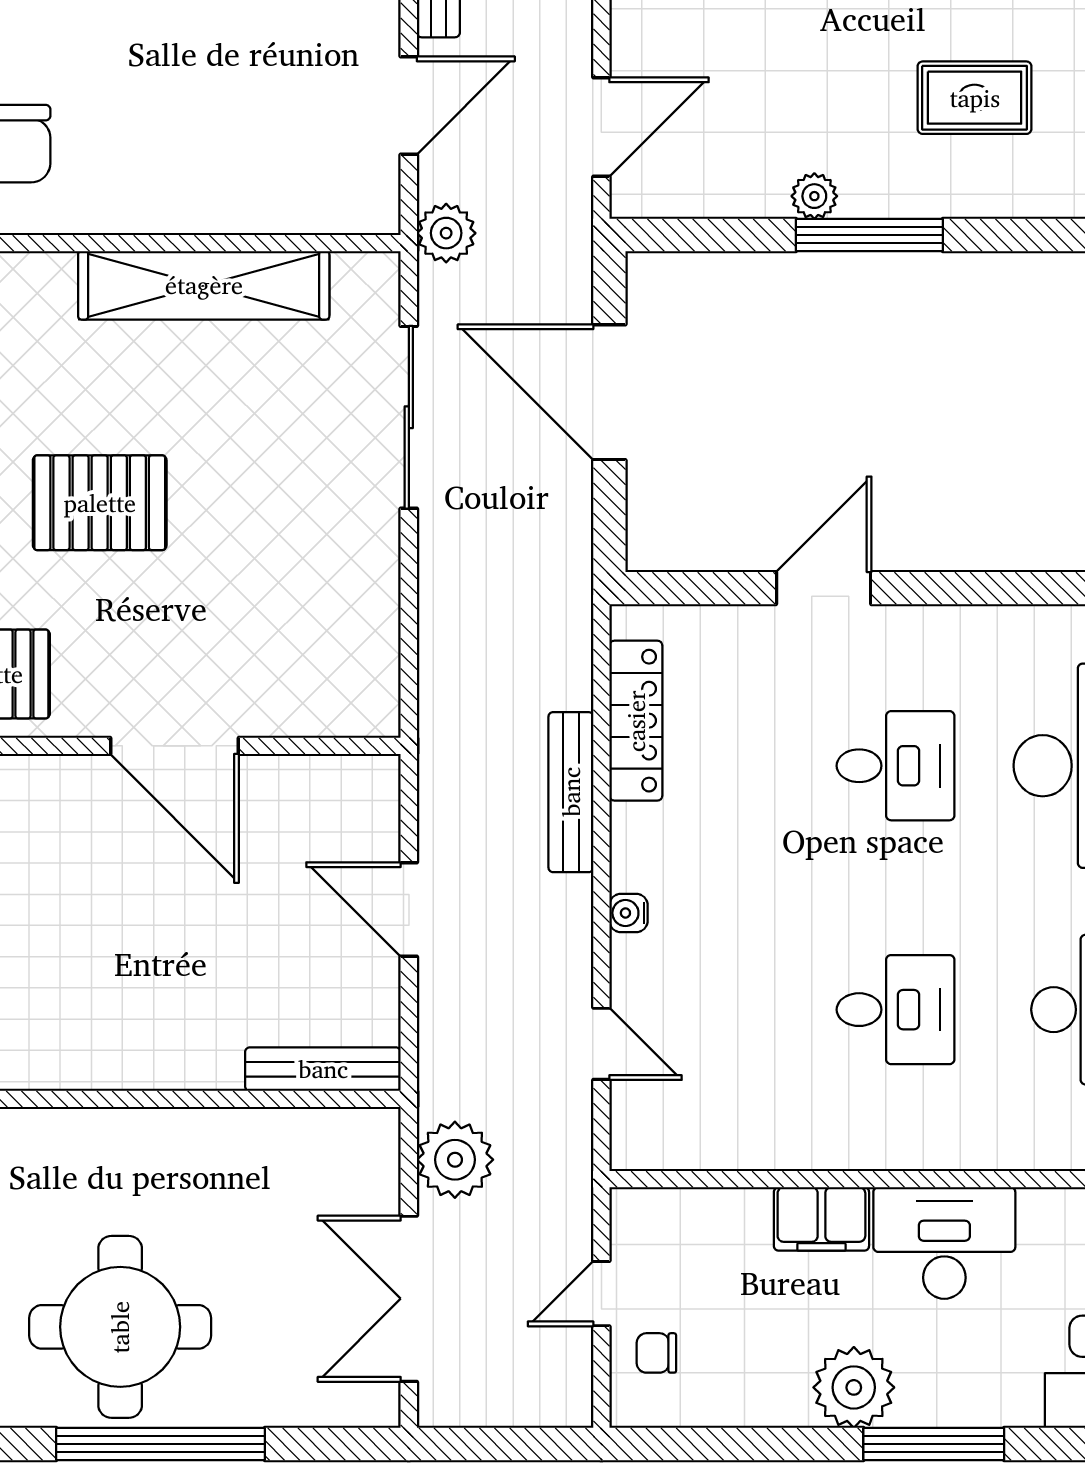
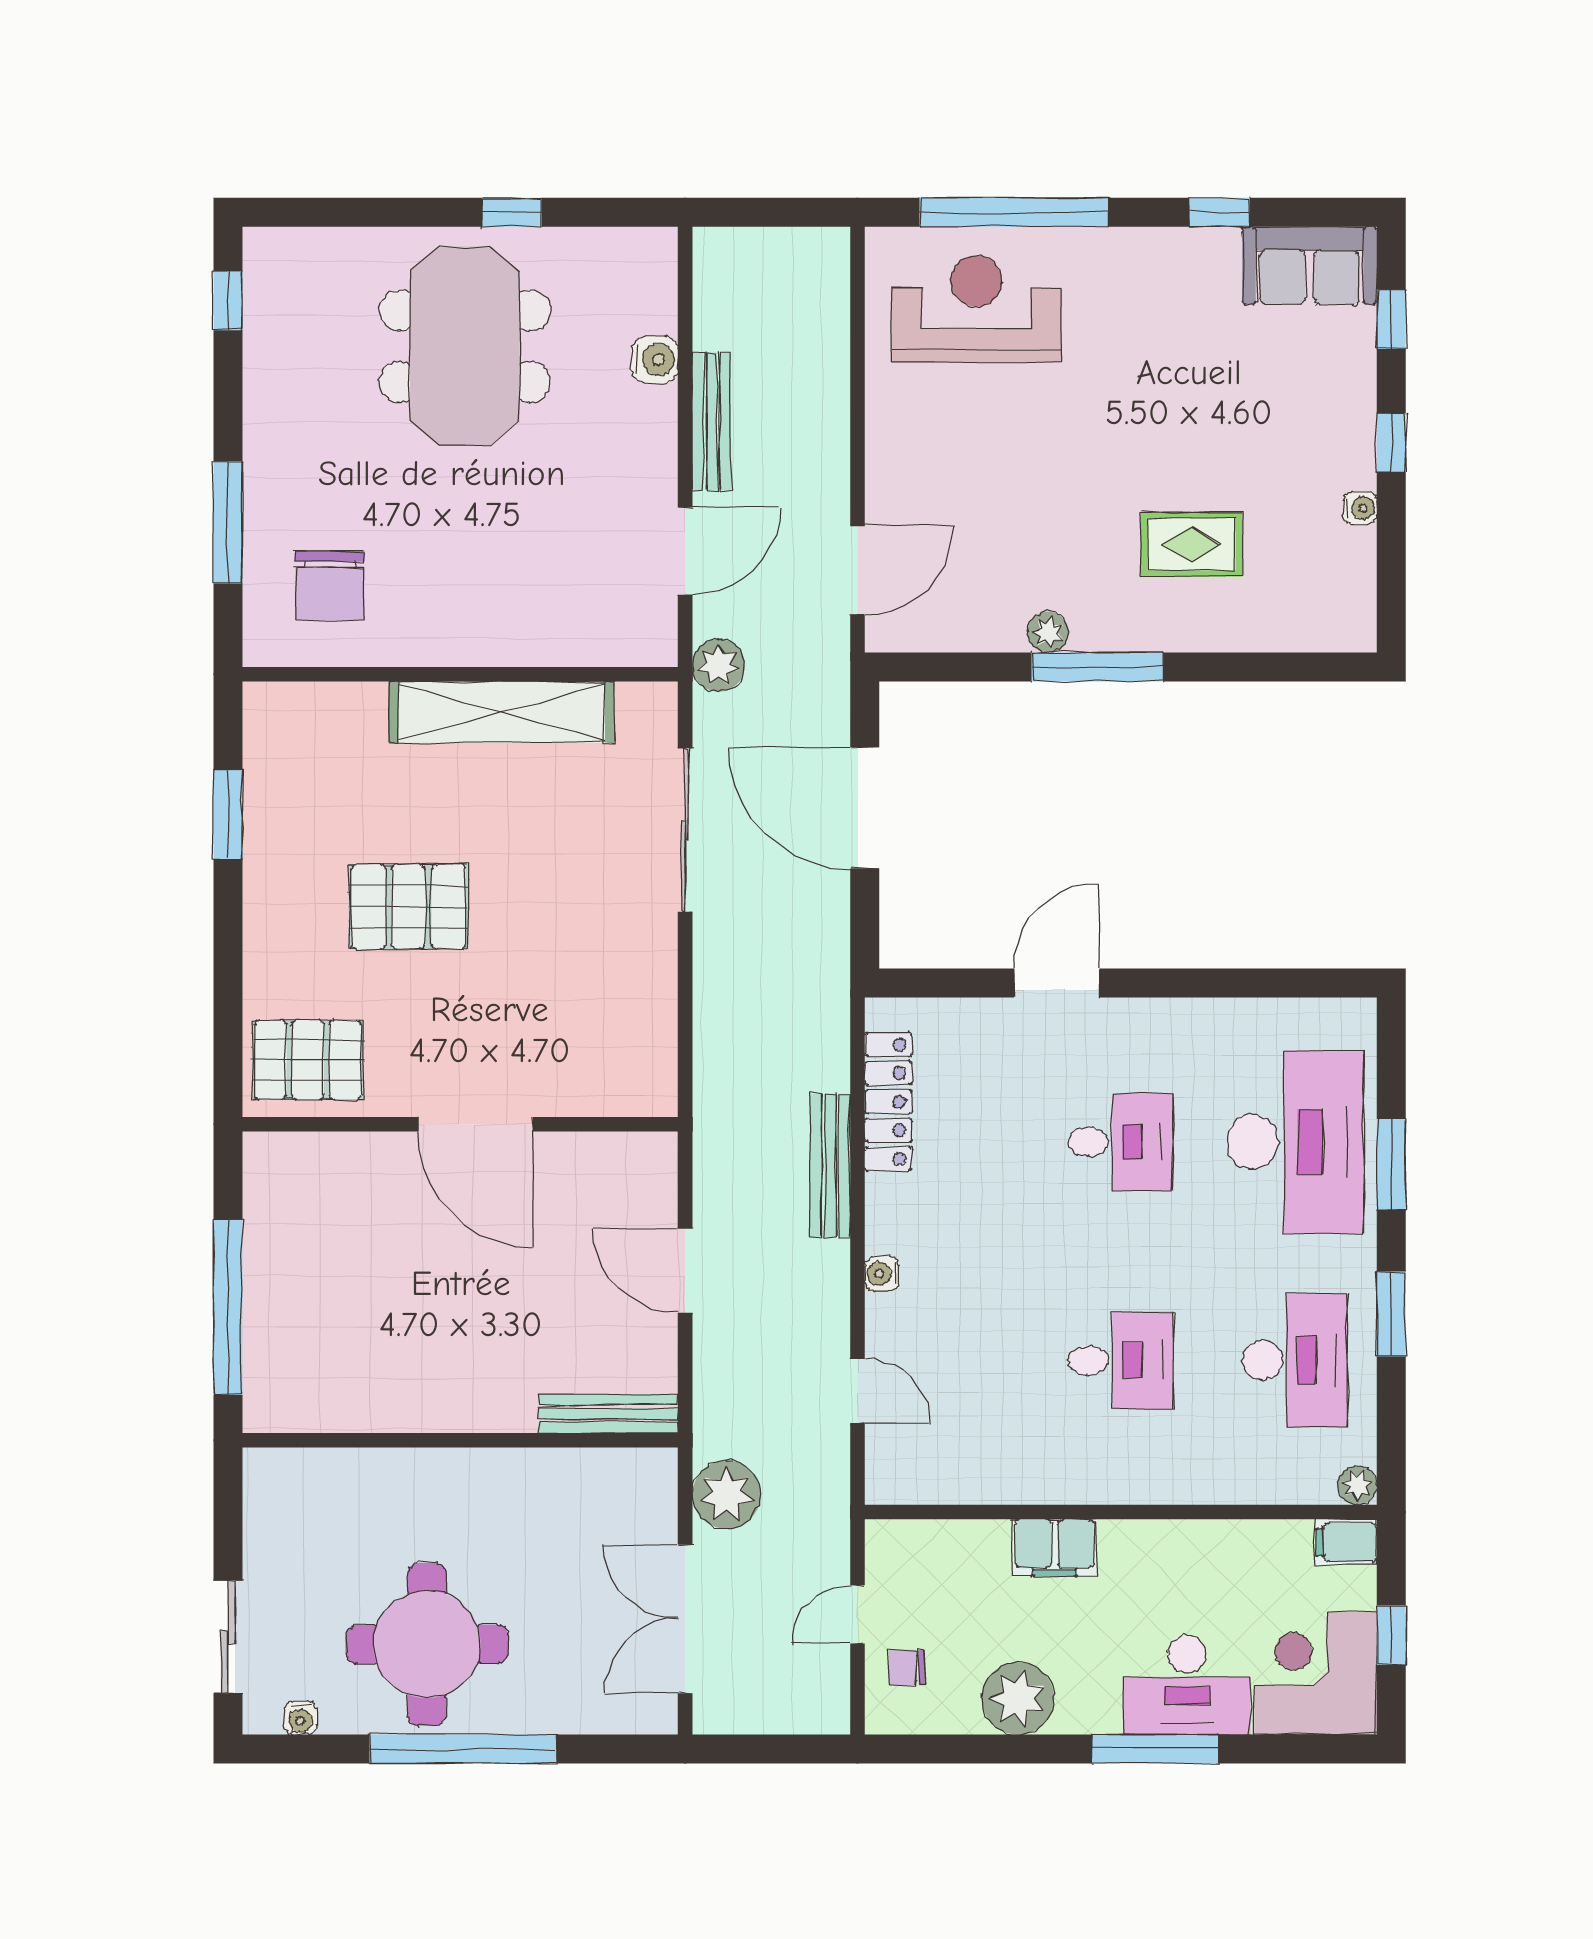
desk: (944, 1243) -> (1187, 1685), moved, turned 180
plant: (854, 1387) -> (1018, 1698), moved

